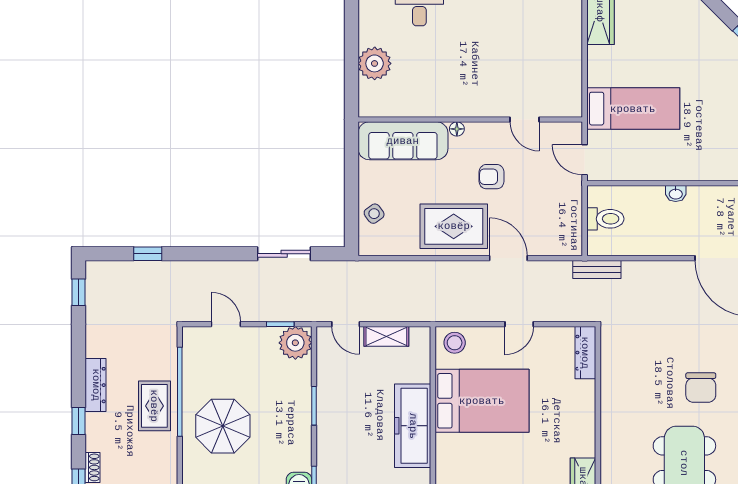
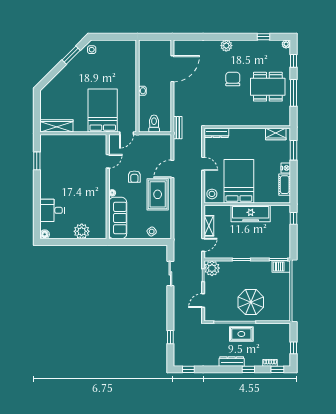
bed: (633, 109) -> (103, 111), width x1.50
chair: (701, 388) -> (233, 79), turned -90

